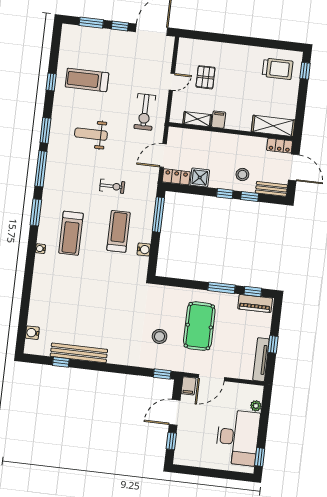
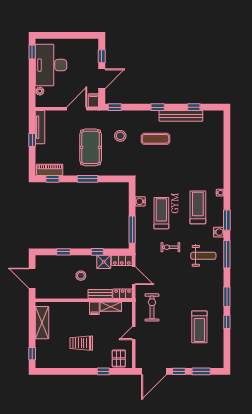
window: (217, 37) -> (103, 371), added
trolley: (278, 69) -> (81, 343), moved
pallet: (205, 77) -> (119, 358), moved
treadmill: (87, 80) -> (199, 327), turned 90
shelving: (273, 126) -> (42, 323), moved, turned 90
window: (45, 130) -> (227, 297), moved
weight bench: (91, 134) -> (203, 256), moved
locker: (280, 146) -> (123, 294), moved
door: (163, 155) -> (134, 276), hinge flipped
stool: (242, 174) -> (81, 276), moved
bench: (271, 189) -> (100, 294), moved
window: (225, 194) -> (97, 252), moved
treadmill: (119, 231) -> (161, 213), turned 180
window: (221, 288) -> (87, 179), moved
exercise mat: (115, 327) -> (156, 139), added
water cooler: (32, 333) -> (219, 232), moved
window: (107, 368) -> (158, 107), added

